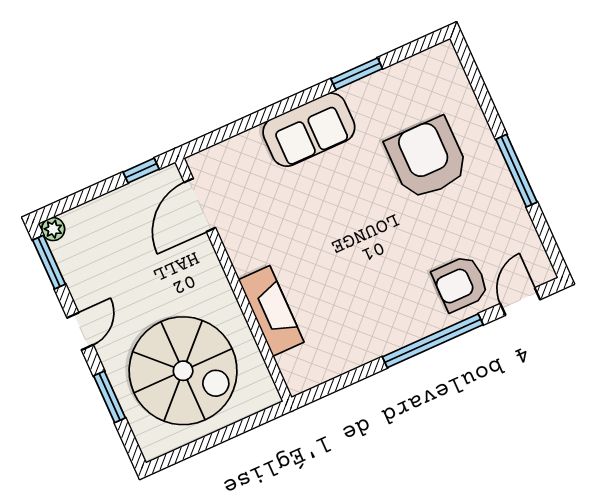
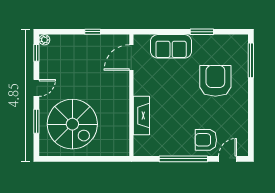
window: (517, 171) -> (251, 60), moved
door: (200, 205) -> (131, 57), moved
window: (49, 262) -> (36, 53), width x0.67
wall: (233, 280) -> (131, 95), moved
fireplace: (271, 311) -> (141, 116), moved

